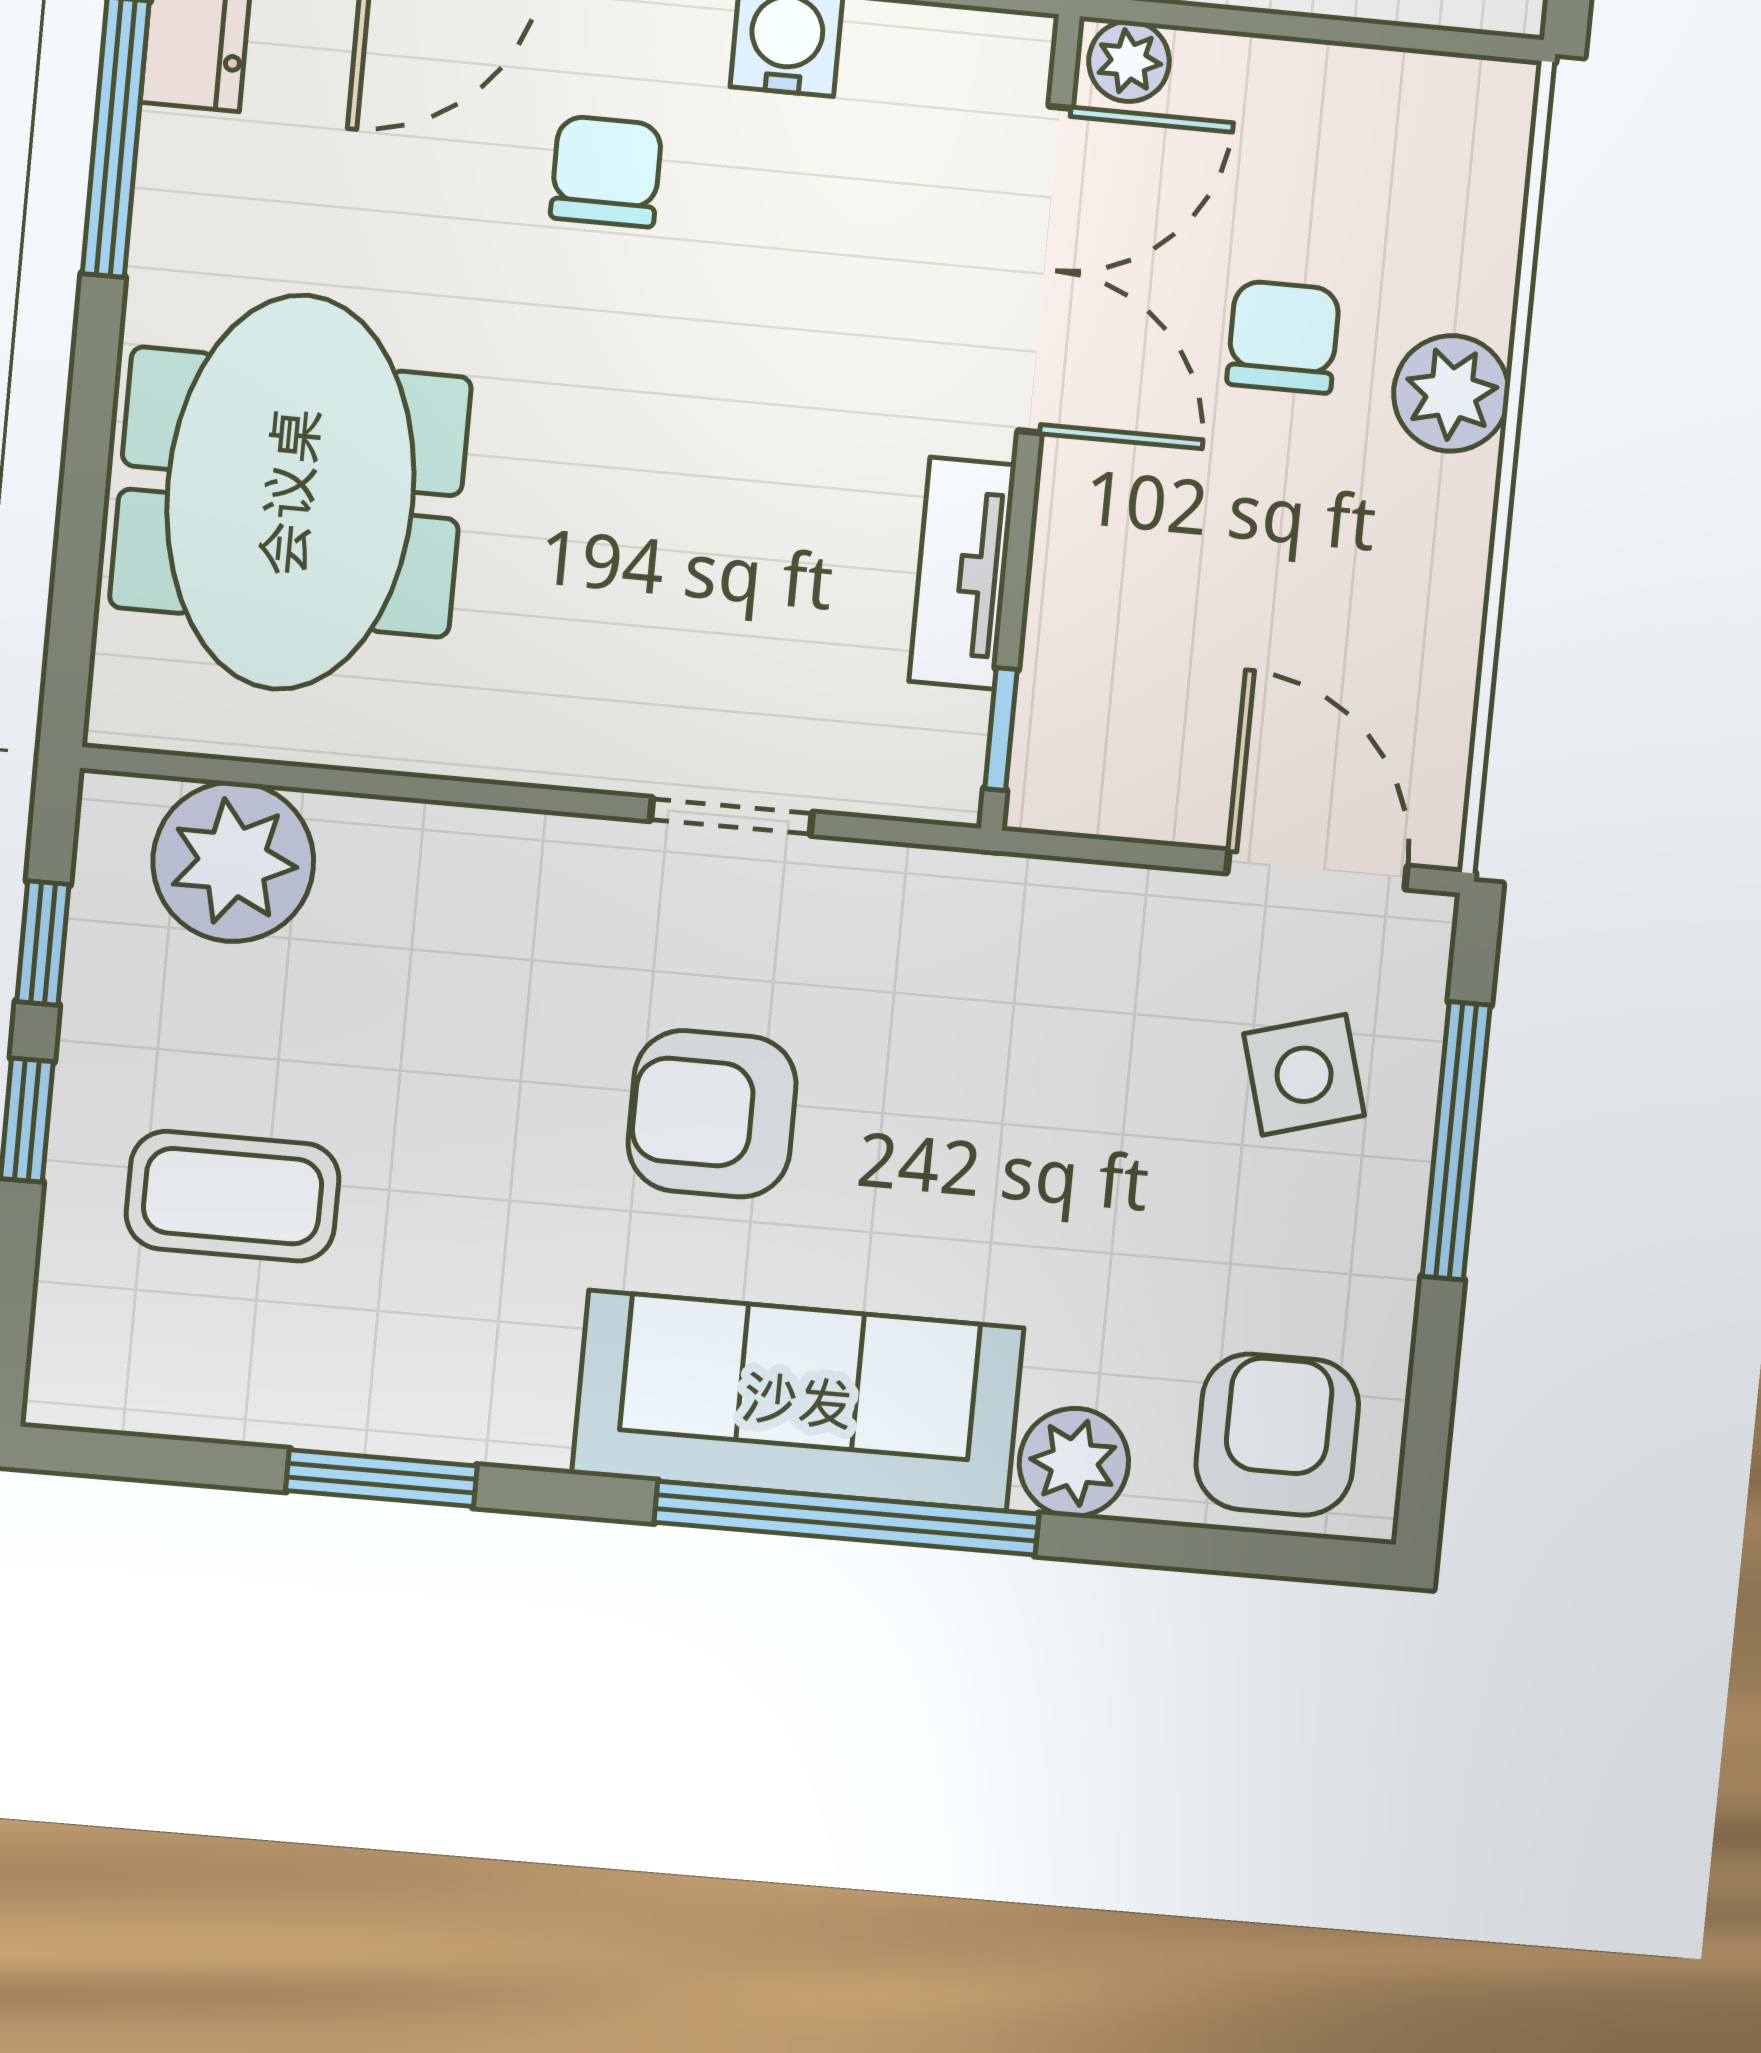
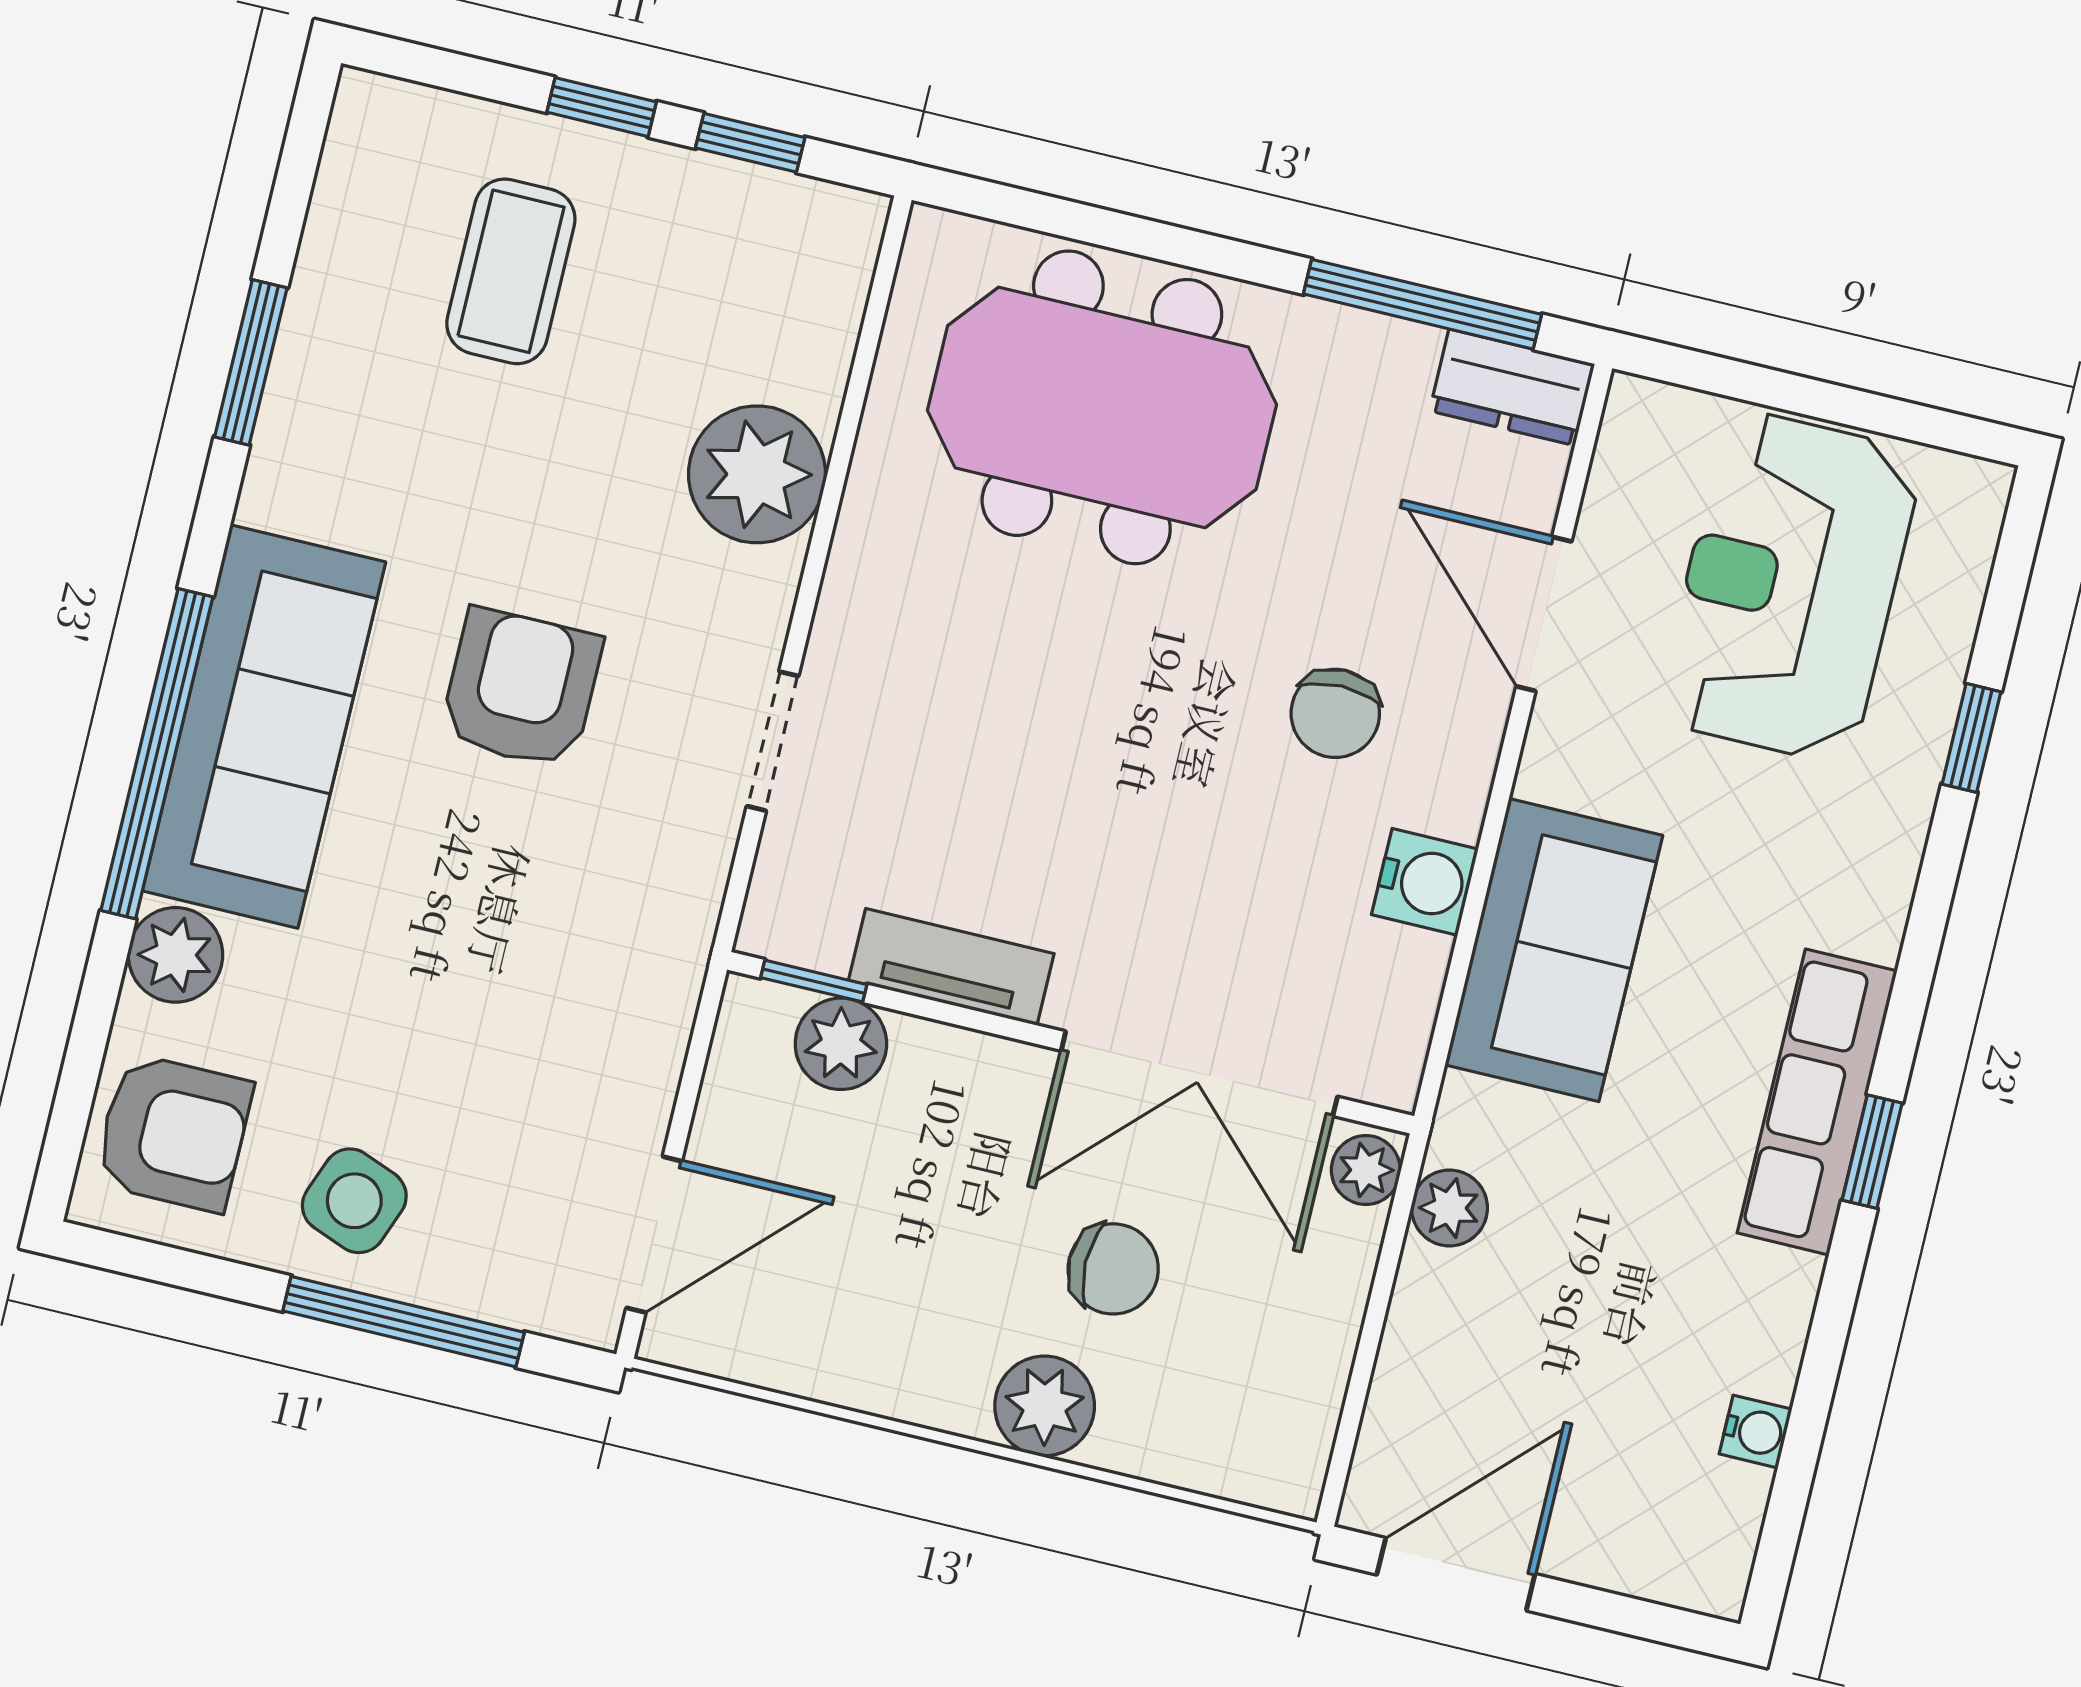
chair: (606, 171) -> (1335, 713), turned 90
plant: (1069, 687) -> (841, 1044), added
plant: (233, 862) -> (757, 474), moved
side table: (1304, 1075) -> (354, 1201), moved, turned 37

